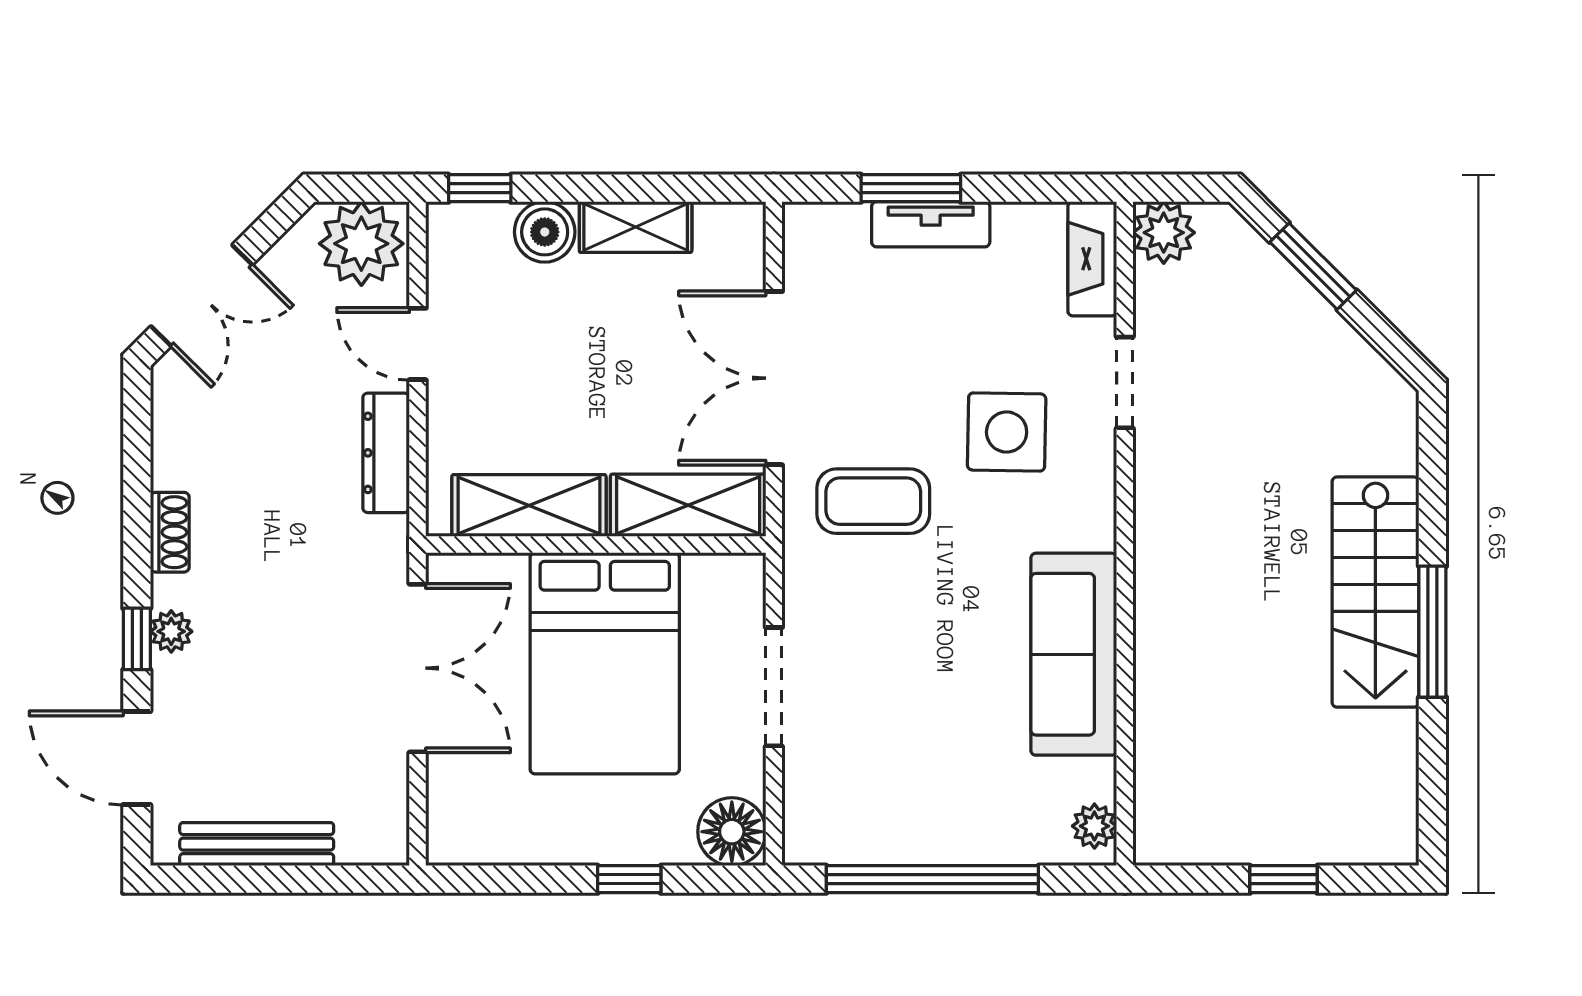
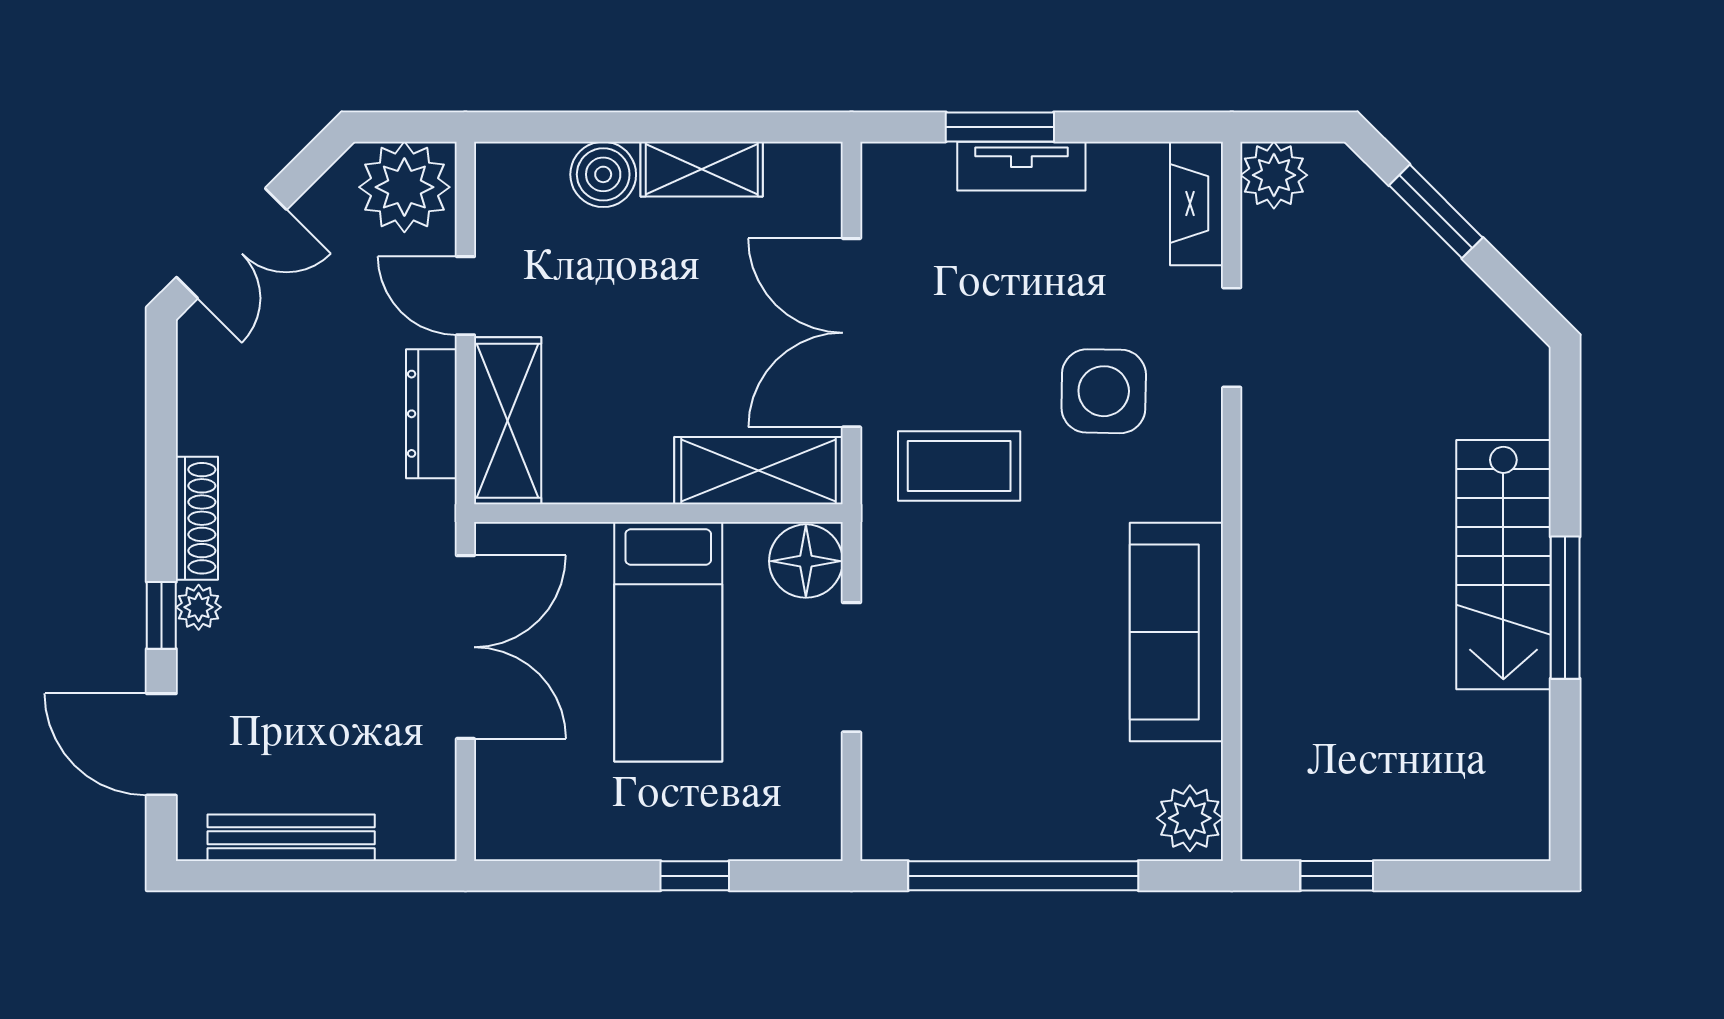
window: (480, 188) -> (533, 127), removed
shelving: (529, 506) -> (508, 421), moved, turned 90
shoe rack: (170, 532) -> (197, 518), width x1.43
bed: (605, 663) -> (668, 642), width x0.67
plant: (1094, 826) -> (1190, 818), width x1.38, depth x1.38
floor lamp: (732, 832) -> (806, 561), moved
window: (1284, 879) -> (1337, 876), moved

